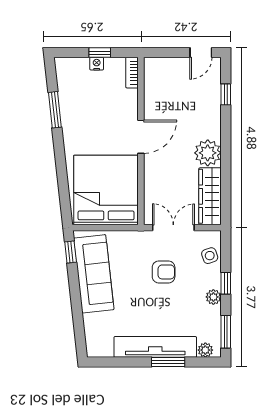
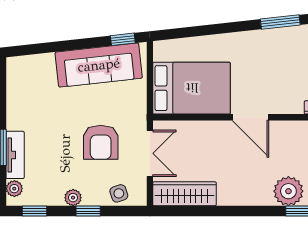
plant: (208, 153) -> (288, 191), moved
bed: (106, 190) -> (192, 88), width x0.73
armchair: (164, 272) -> (101, 142), width x1.38, depth x1.38
window: (226, 332) -> (35, 211), width x0.67
tv unit: (155, 347) -> (15, 155), width x0.52, depth x0.78

